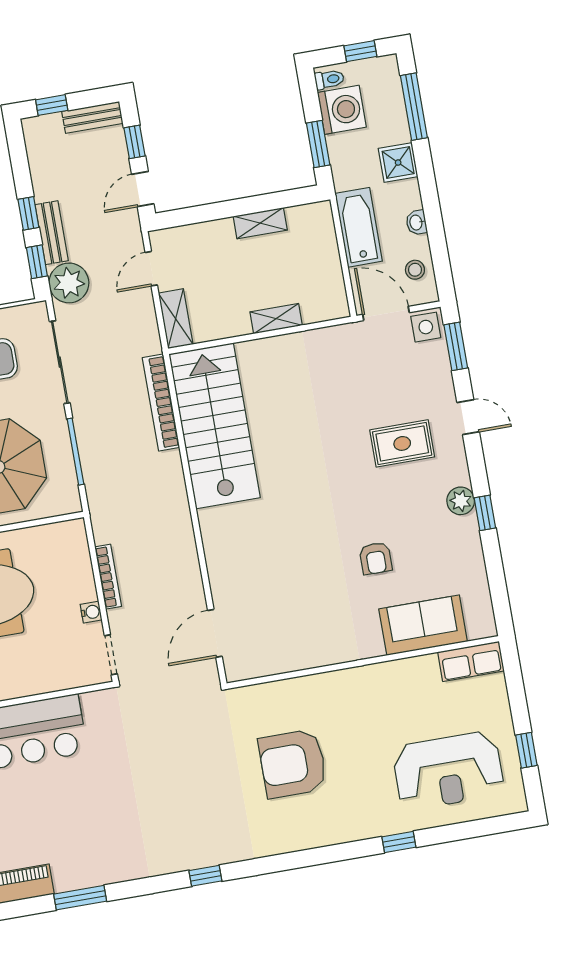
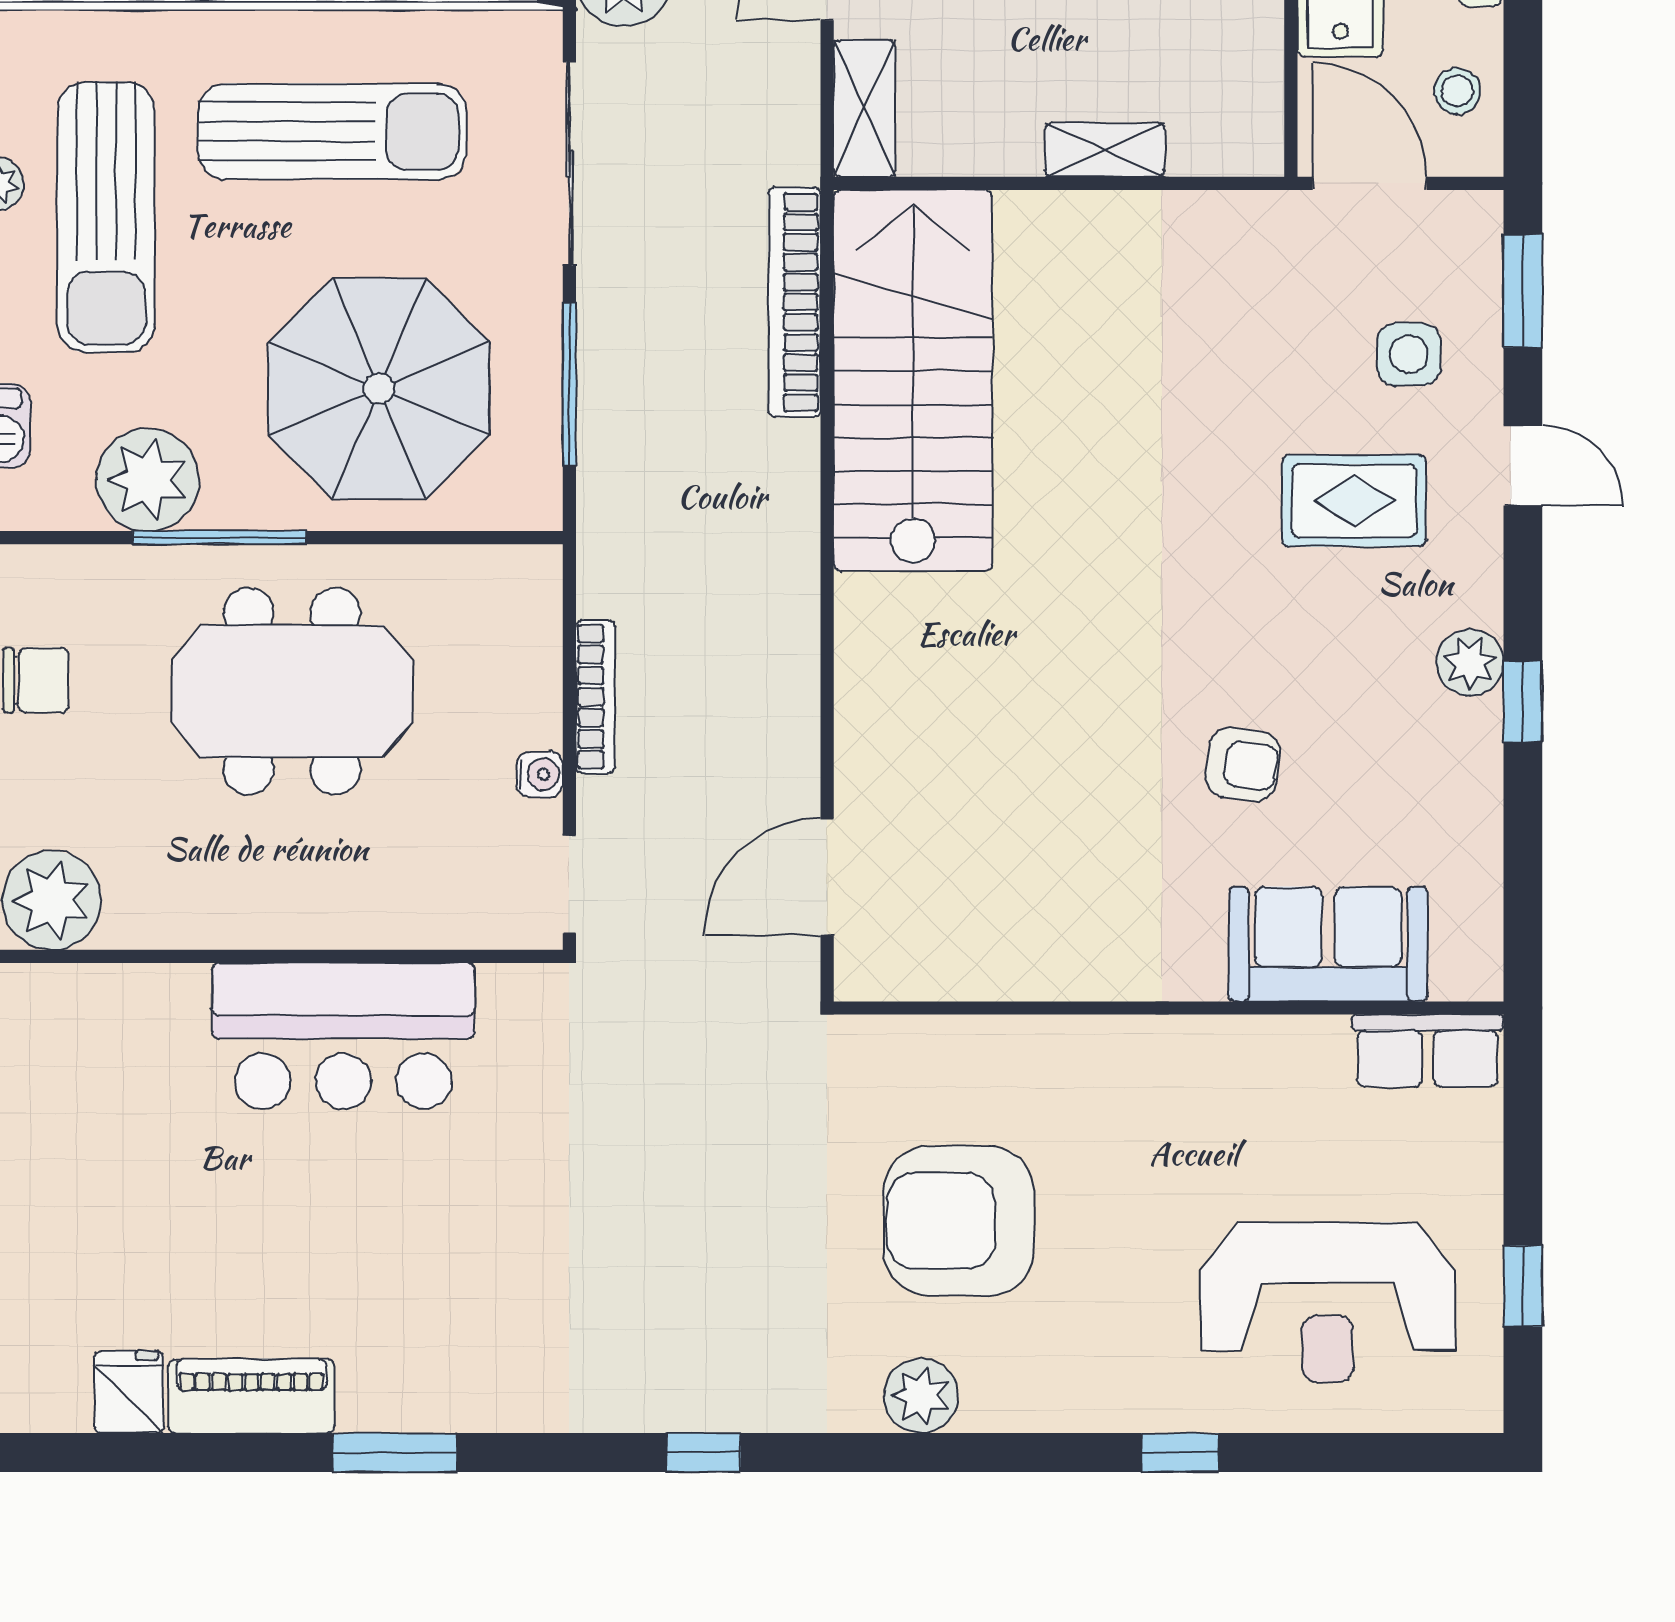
side table: (426, 327) -> (1409, 354), moved
armchair: (376, 558) -> (1243, 764), turned -82
plant: (290, 837) -> (921, 1396), added

